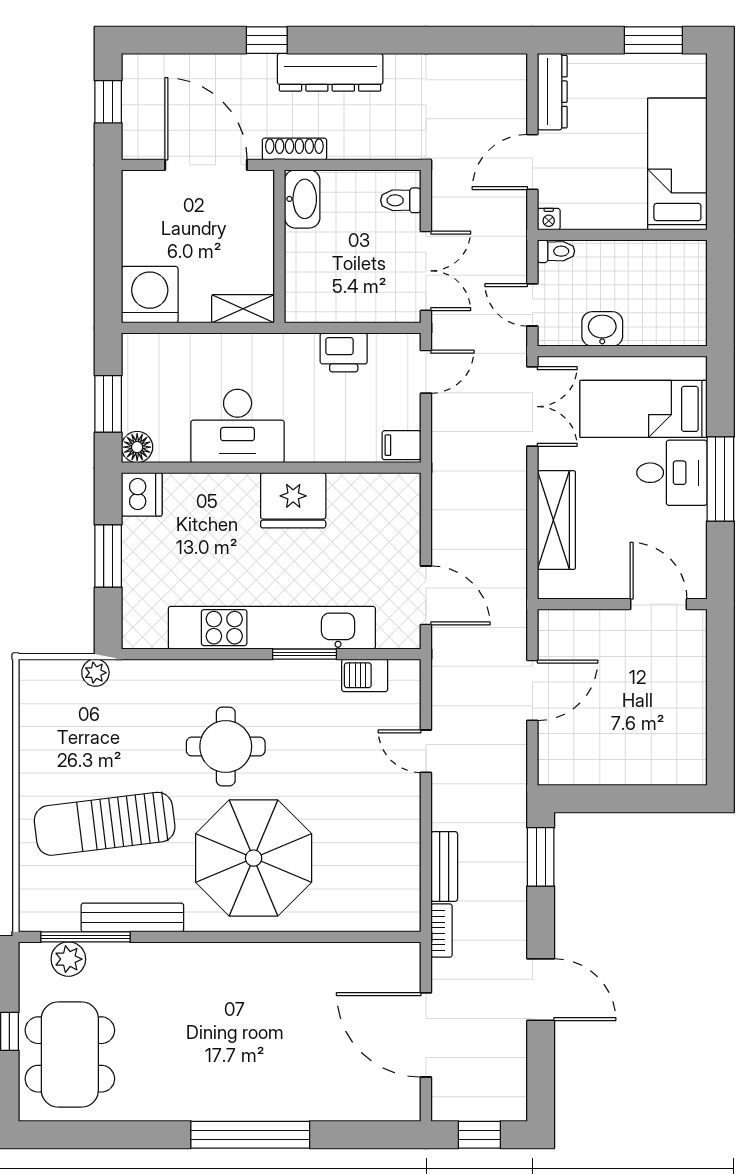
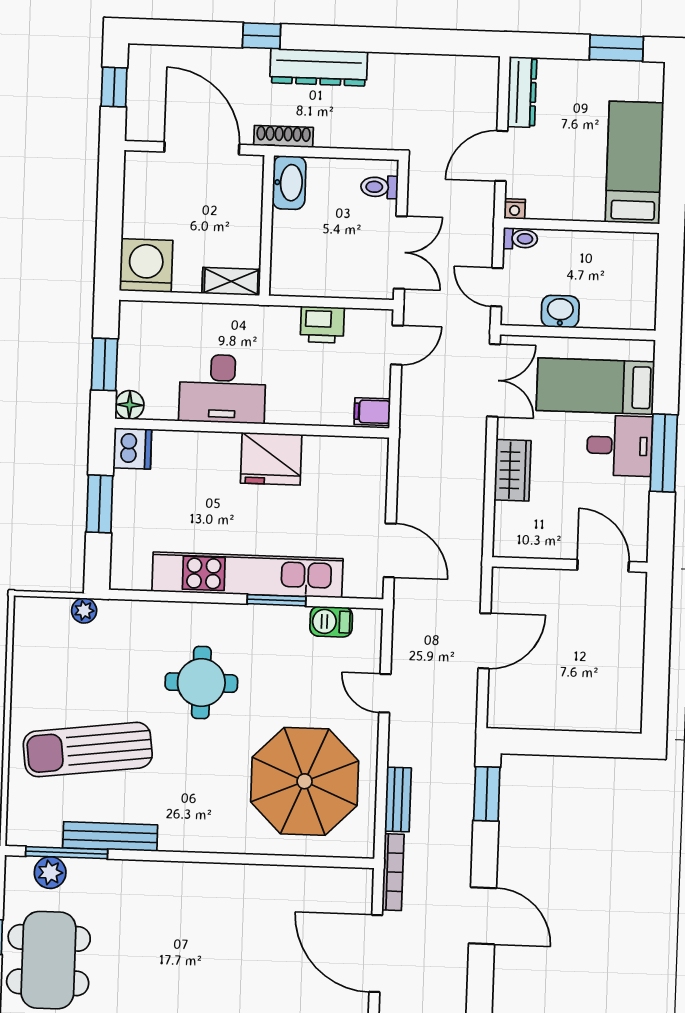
wardrobe: (556, 520) -> (513, 470), width x0.67
parasol: (254, 858) -> (305, 781), moved
bookcase: (442, 931) -> (393, 872), width x1.56

